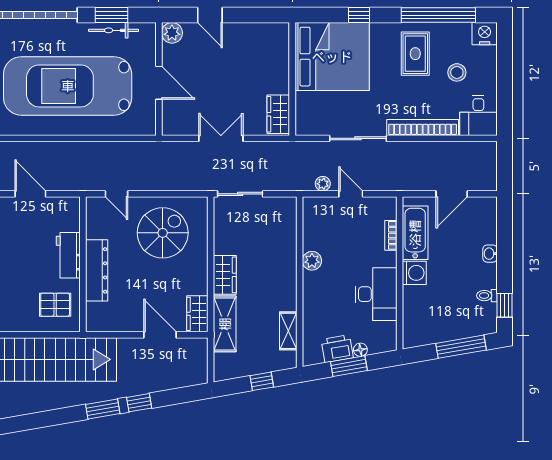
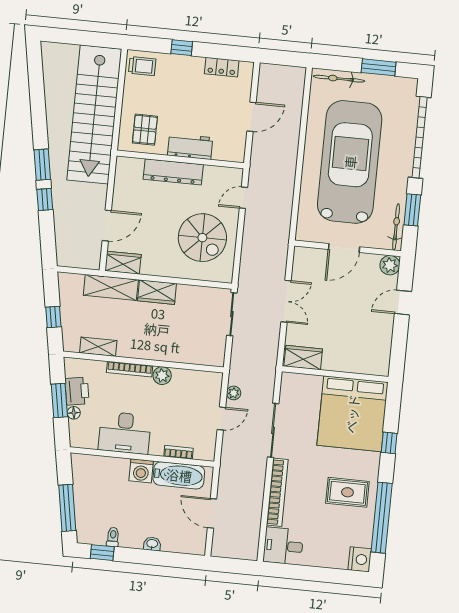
bicycle: (114, 30) -> (396, 227), moved
stool: (457, 72) -> (326, 530), removed
bookcase: (309, 296) -> (130, 369), added

